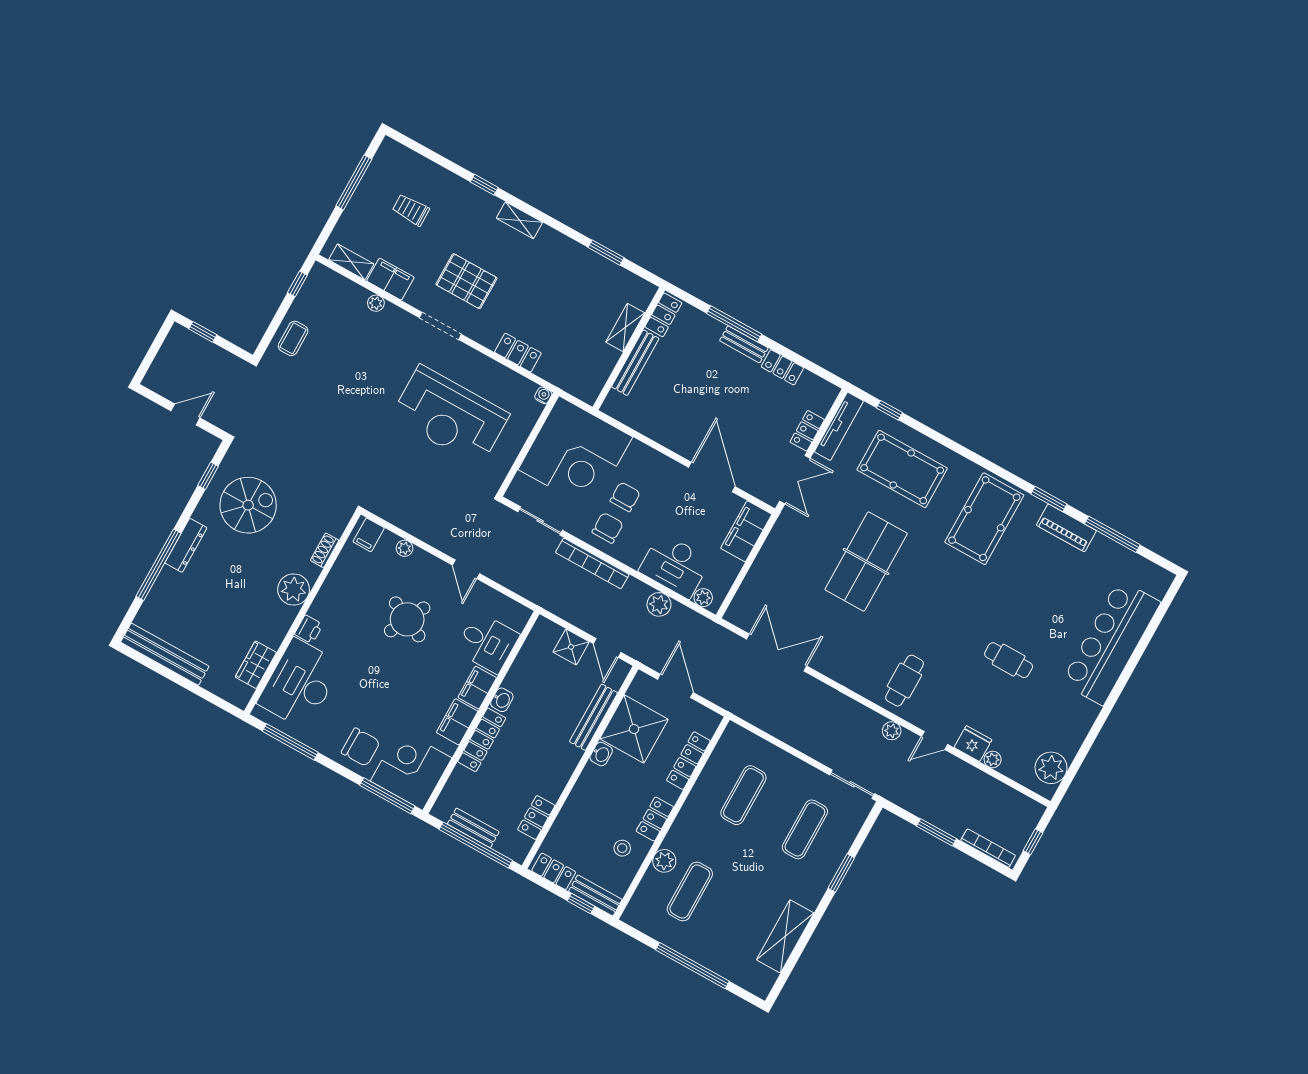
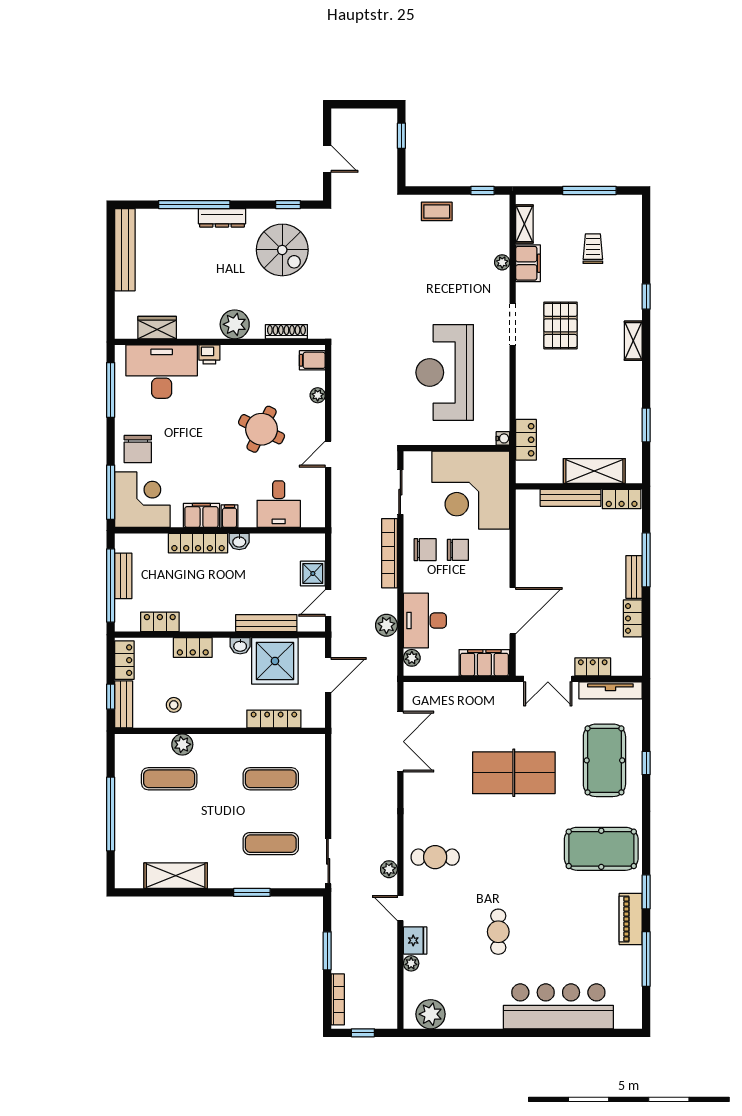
shelving: (625, 328) -> (594, 471), width x1.50, depth x1.33
locker: (518, 353) -> (526, 440), moved
window: (889, 410) -> (646, 763), moved
shoe rack: (325, 550) -> (286, 332), width x1.43
filing cabinet: (477, 688) -> (230, 516), width x0.50
locker: (655, 819) -> (193, 648), moved, turned 180

